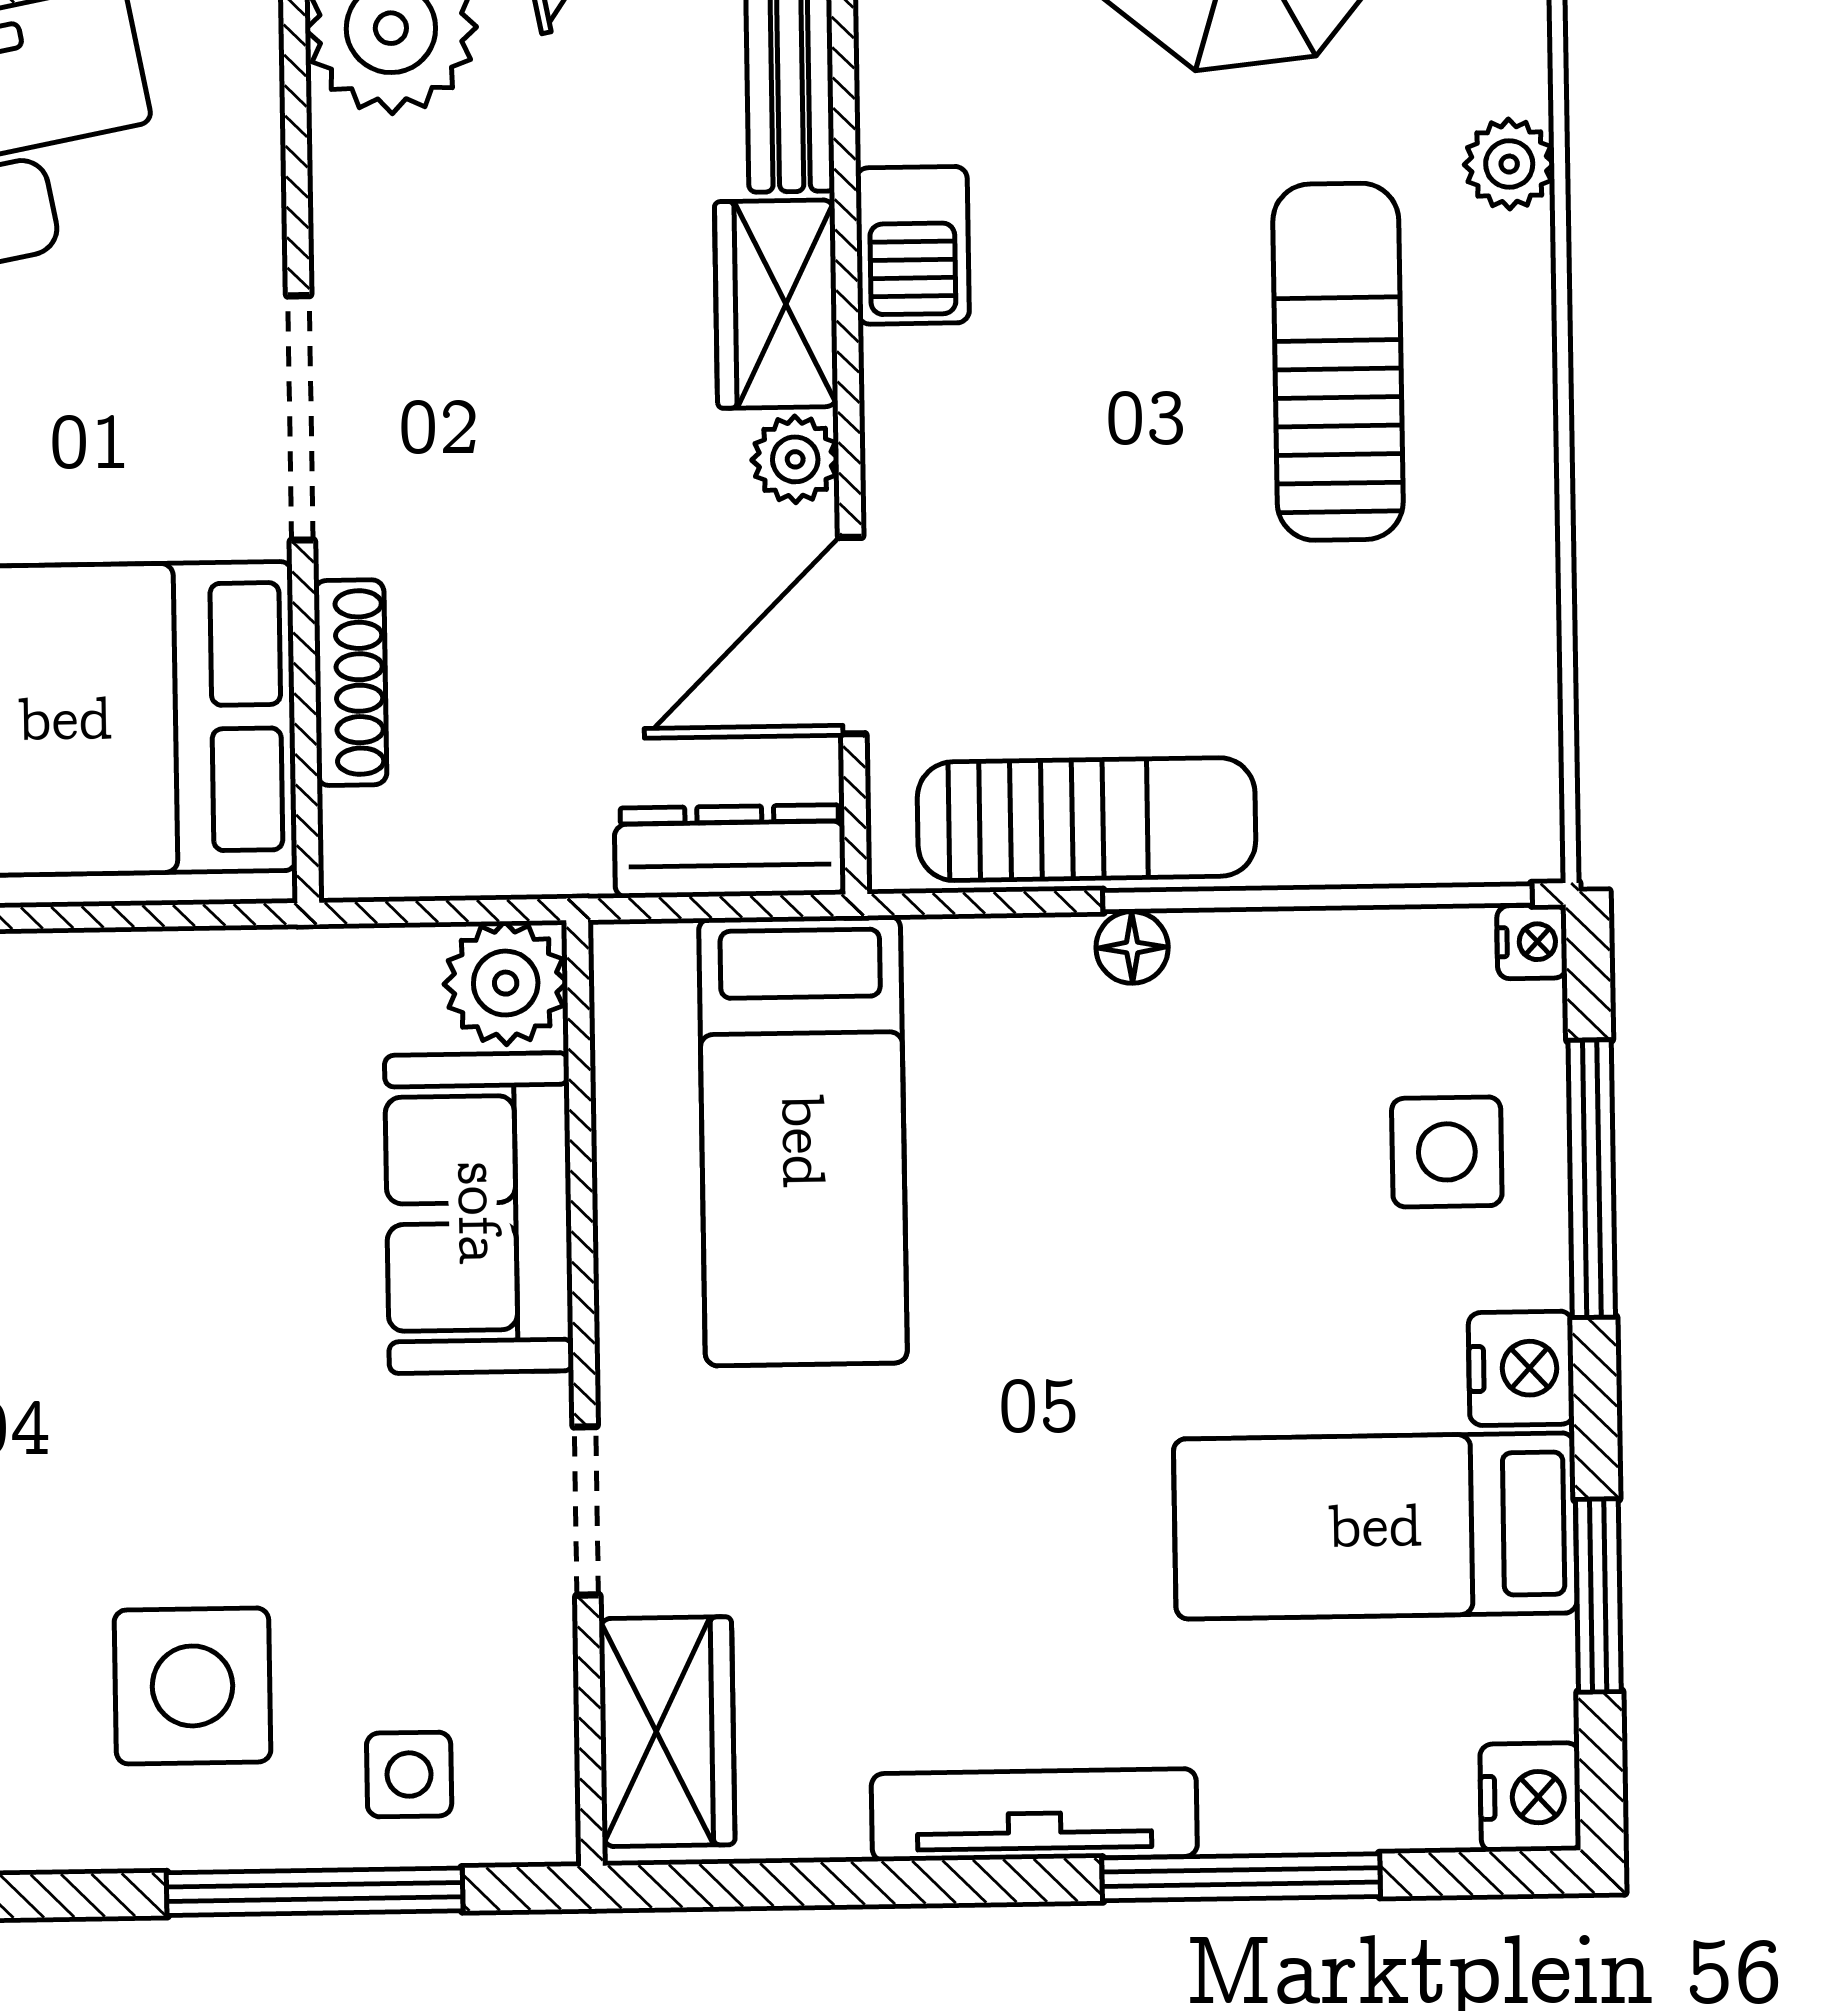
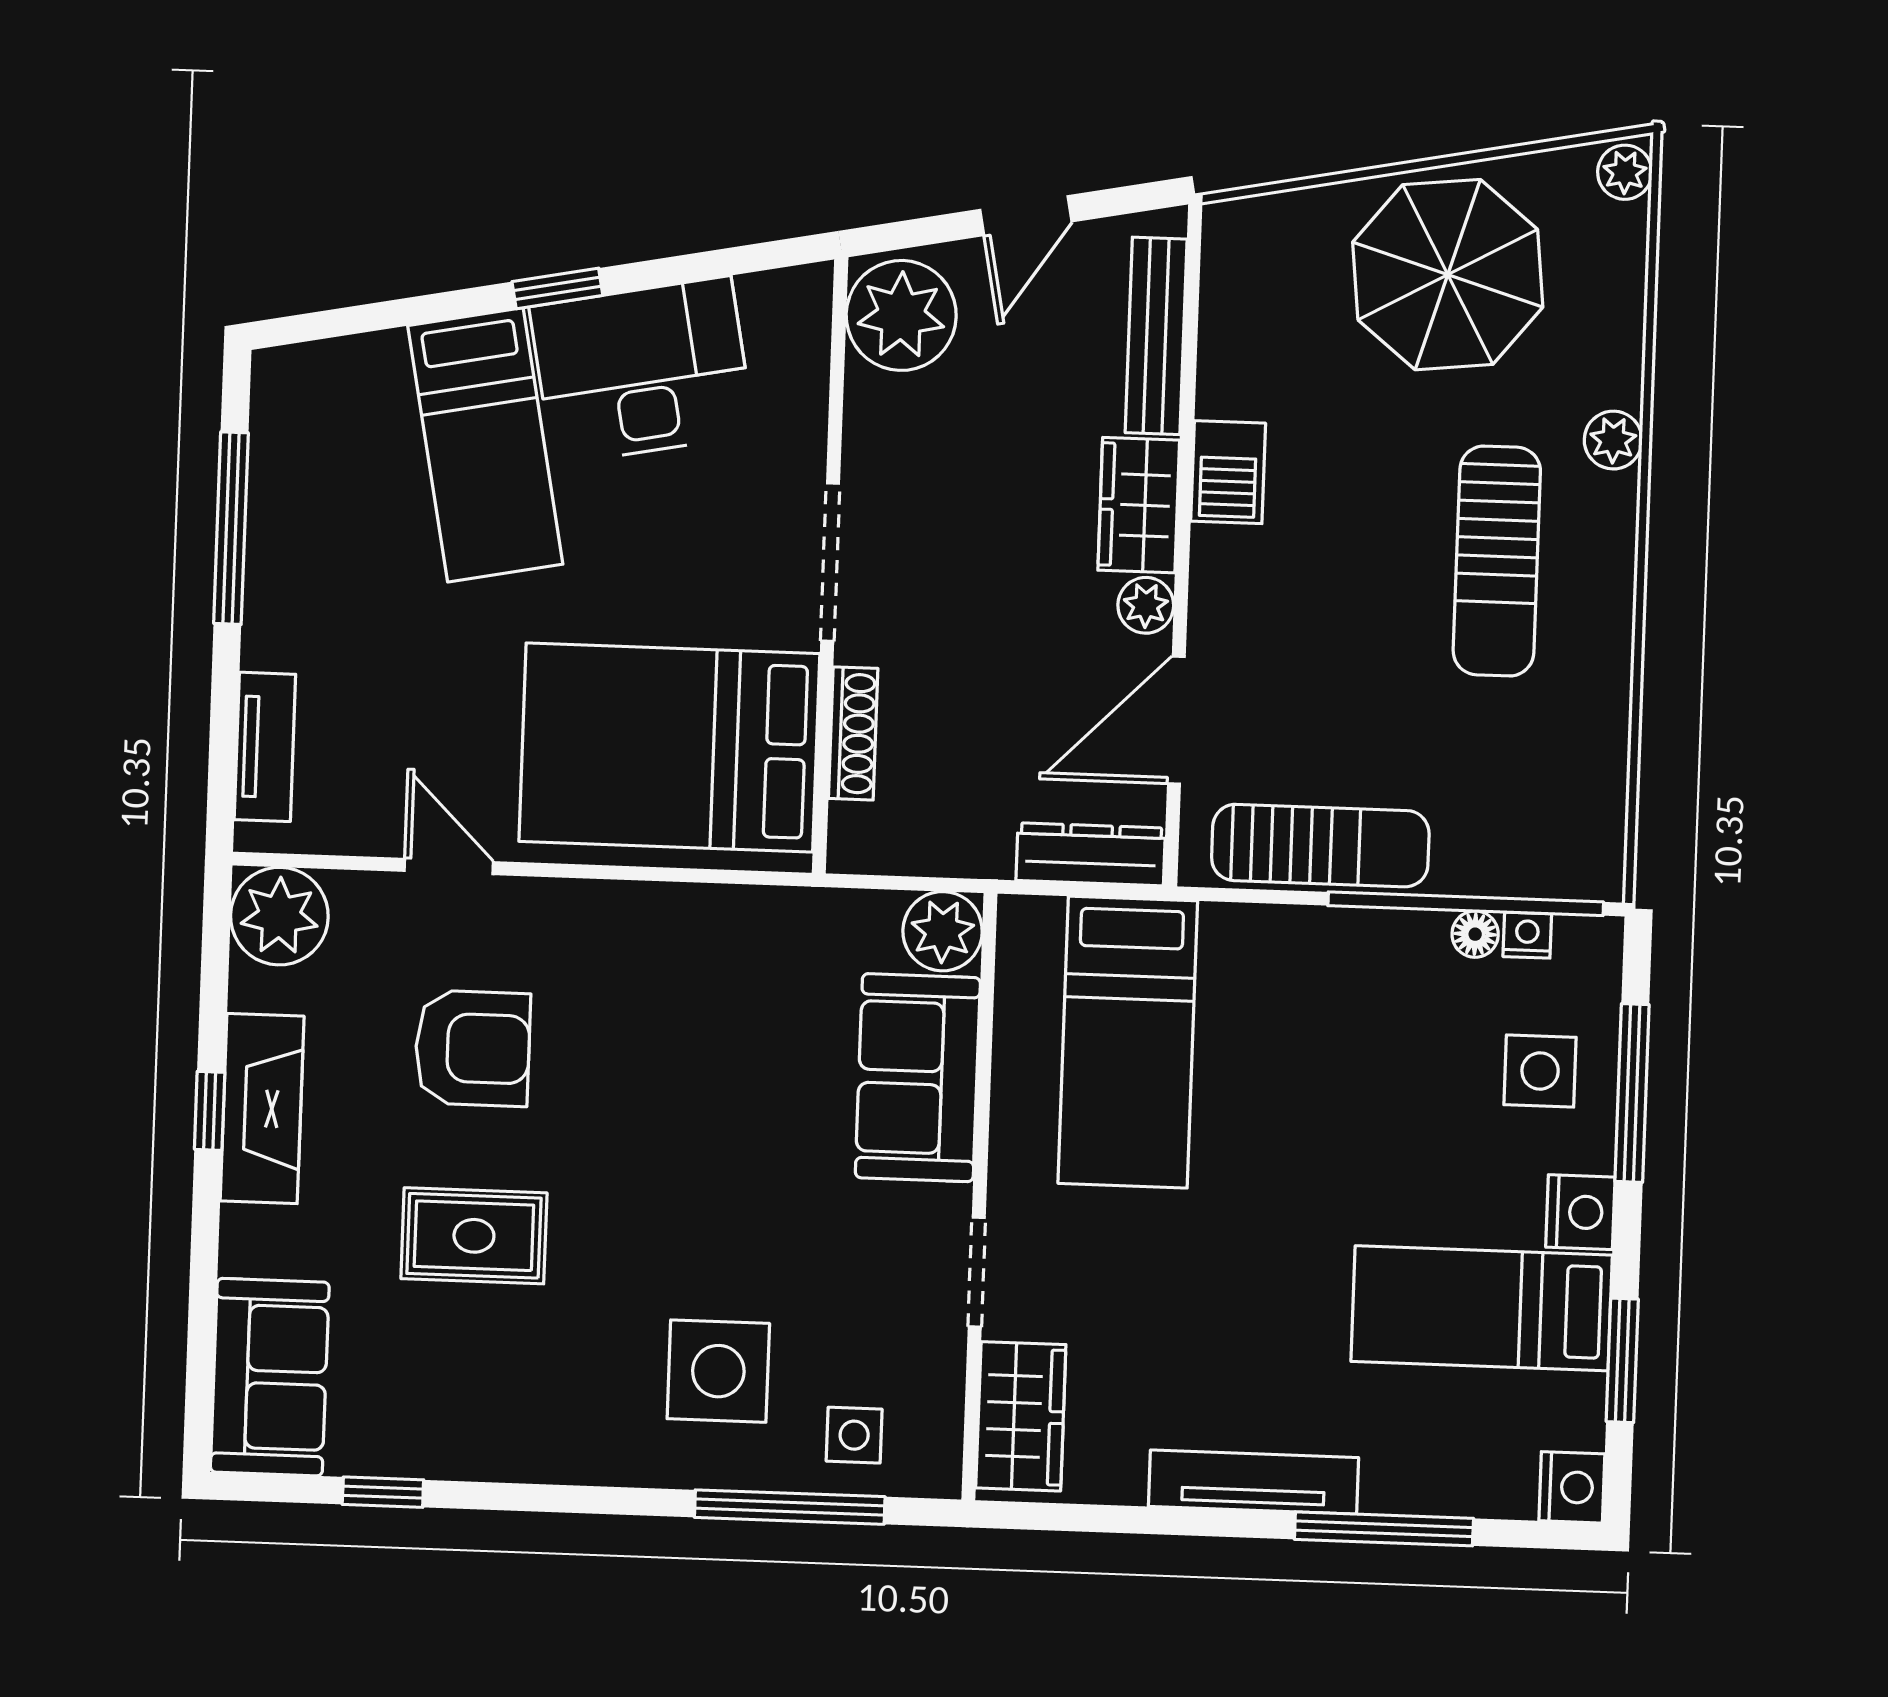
sun lounger: (1338, 362) -> (1497, 561), turned 180
nightstand: (1532, 942) -> (1527, 935), moved, turned -90
floor lamp: (1132, 947) -> (1475, 934), moved

